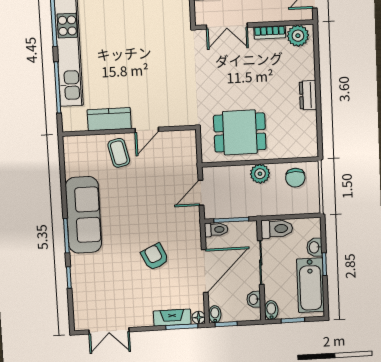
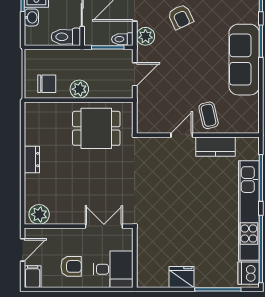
bookcase: (270, 32) -> (65, 219), removed
chair: (295, 178) -> (47, 84), turned 90
plant: (191, 234) -> (145, 36), added

